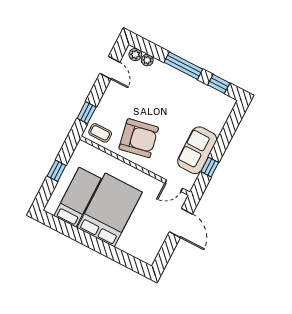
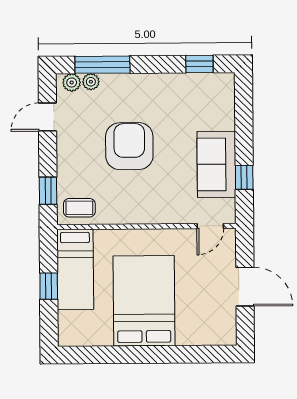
window: (183, 66) -> (102, 65), moved
door: (110, 68) -> (47, 117), swing flipped
armchair: (139, 138) -> (129, 146), moved, turned -79
bed: (78, 197) -> (75, 269), moved, turned 180
door: (181, 223) -> (245, 287), moved

